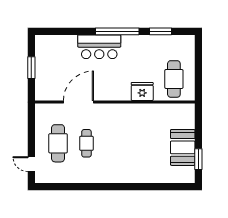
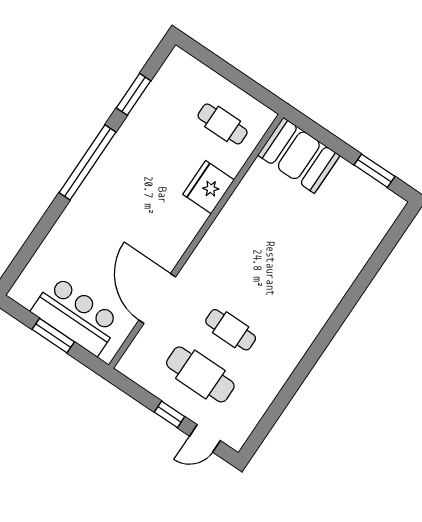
bar counter: (99, 47) -> (76, 316), moved, turned -90
cafe table: (174, 79) -> (223, 124), width x0.73, depth x0.74
window: (31, 142) -> (169, 414), added
booth: (183, 147) -> (299, 155), moved

